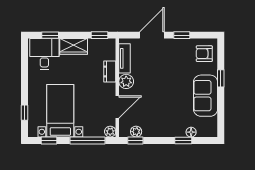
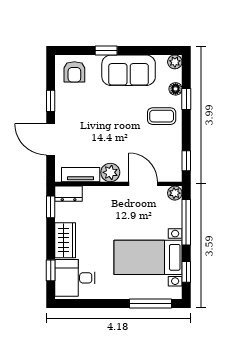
dresser: (110, 72) -> (69, 194), moved
window: (25, 113) -> (150, 303), width x2.17
coffee table: (170, 121) -> (162, 116), added
plant: (136, 132) -> (175, 62), moved

